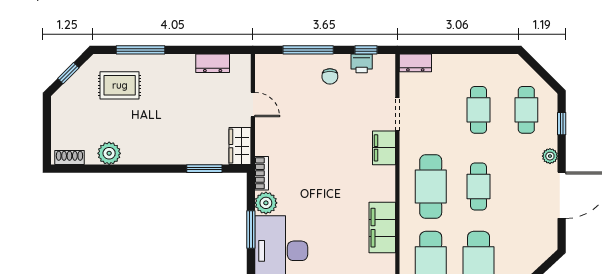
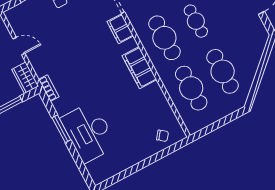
plant: (266, 203) -> (62, 106), removed
filing cabinet: (382, 228) -> (139, 68), moved

